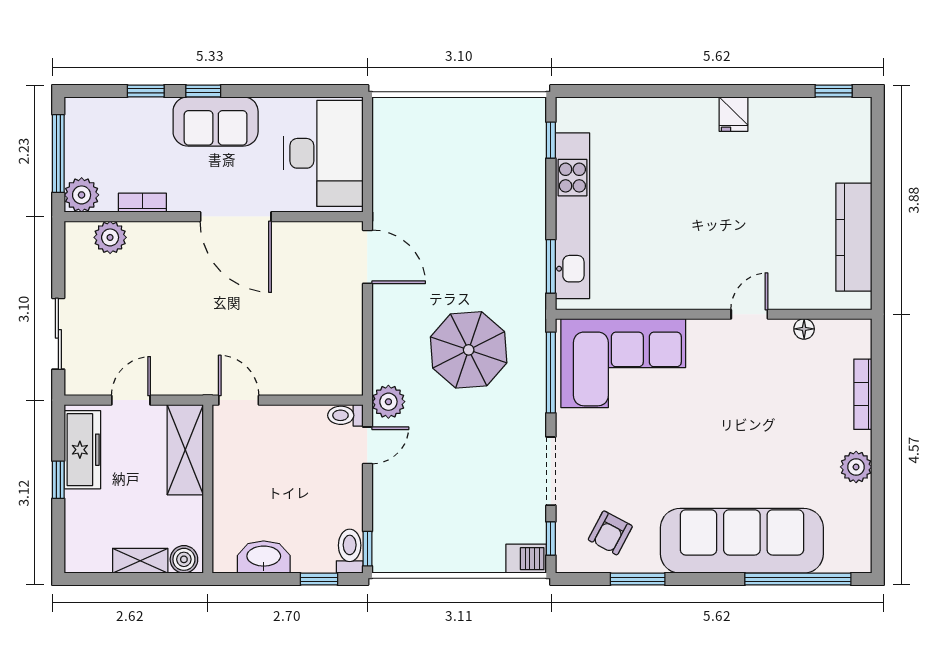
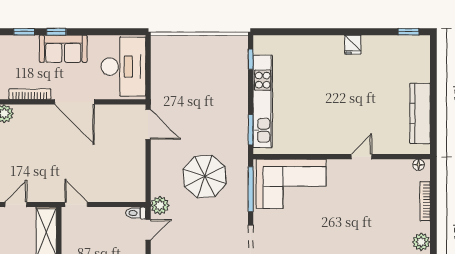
bookcase: (142, 203) -> (30, 94), width x1.56
floor lamp: (804, 329) -> (419, 165), moved

